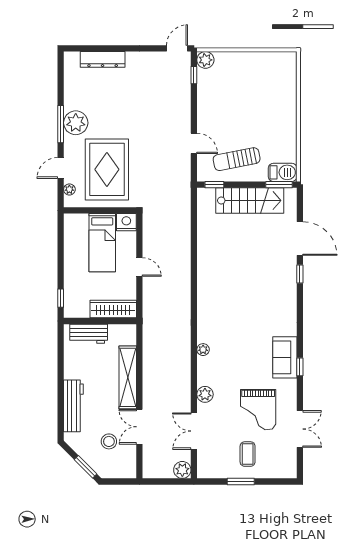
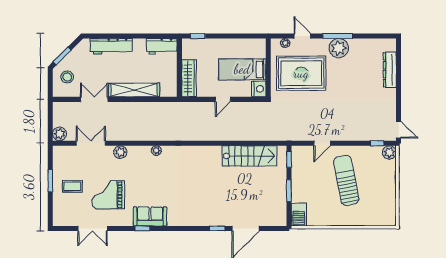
sun lounger: (237, 159) -> (346, 180), moved, width x1.36, depth x1.34
window: (279, 185) -> (289, 191), moved
stairs: (250, 201) -> (249, 156), moved, turned -90
workbench: (89, 334) -> (162, 46), moved, turned -90
stool: (109, 441) -> (67, 77), moved

